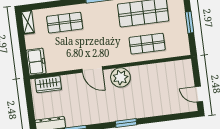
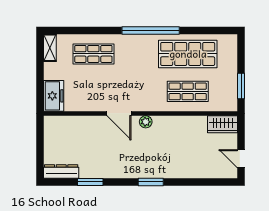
window: (190, 22) -> (241, 86), moved
plant: (120, 77) -> (146, 122), width x0.53, depth x0.53
wardrobe: (48, 84) -> (223, 124), moved

